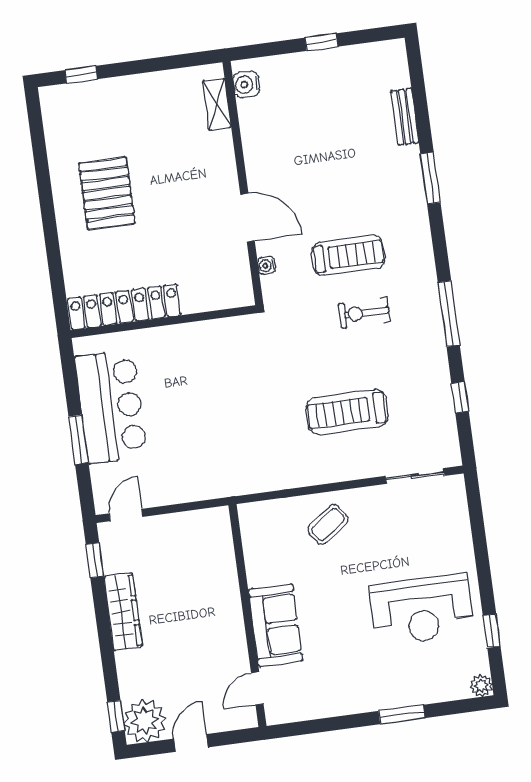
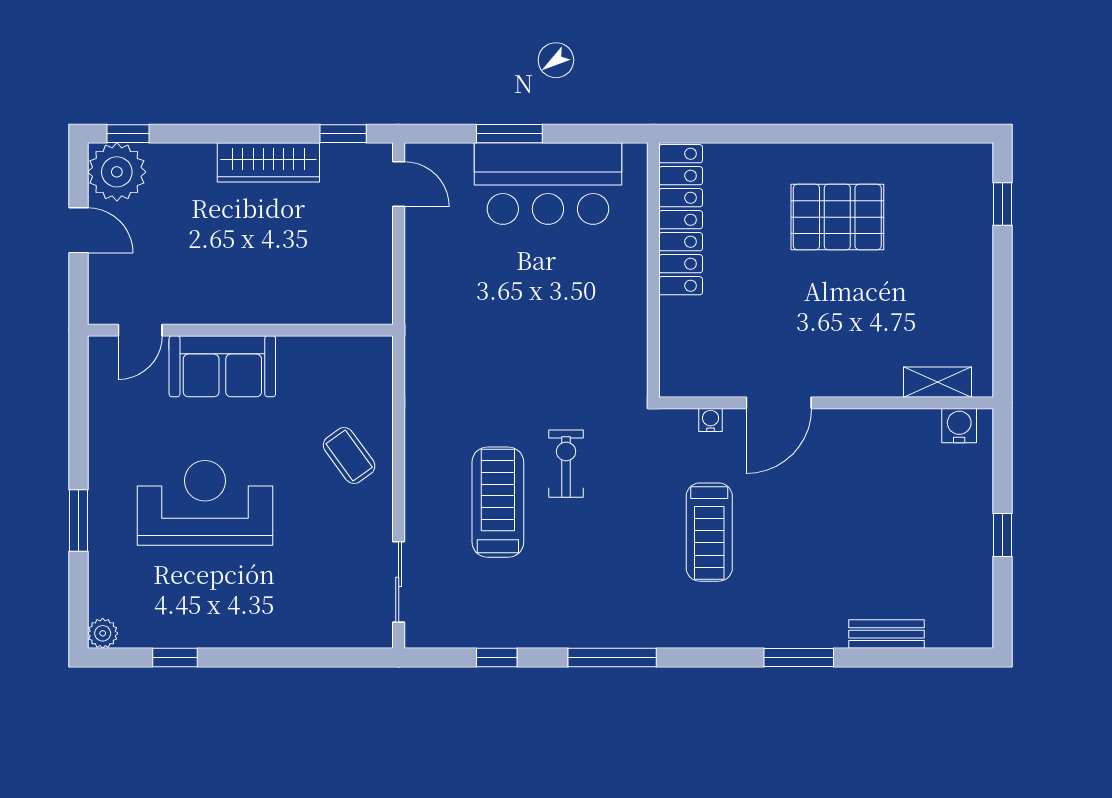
exercise bike: (364, 313) -> (566, 464), moved
reception desk: (422, 610) -> (205, 503), moved, turned 90
door: (257, 688) -> (140, 330), swing flipped

